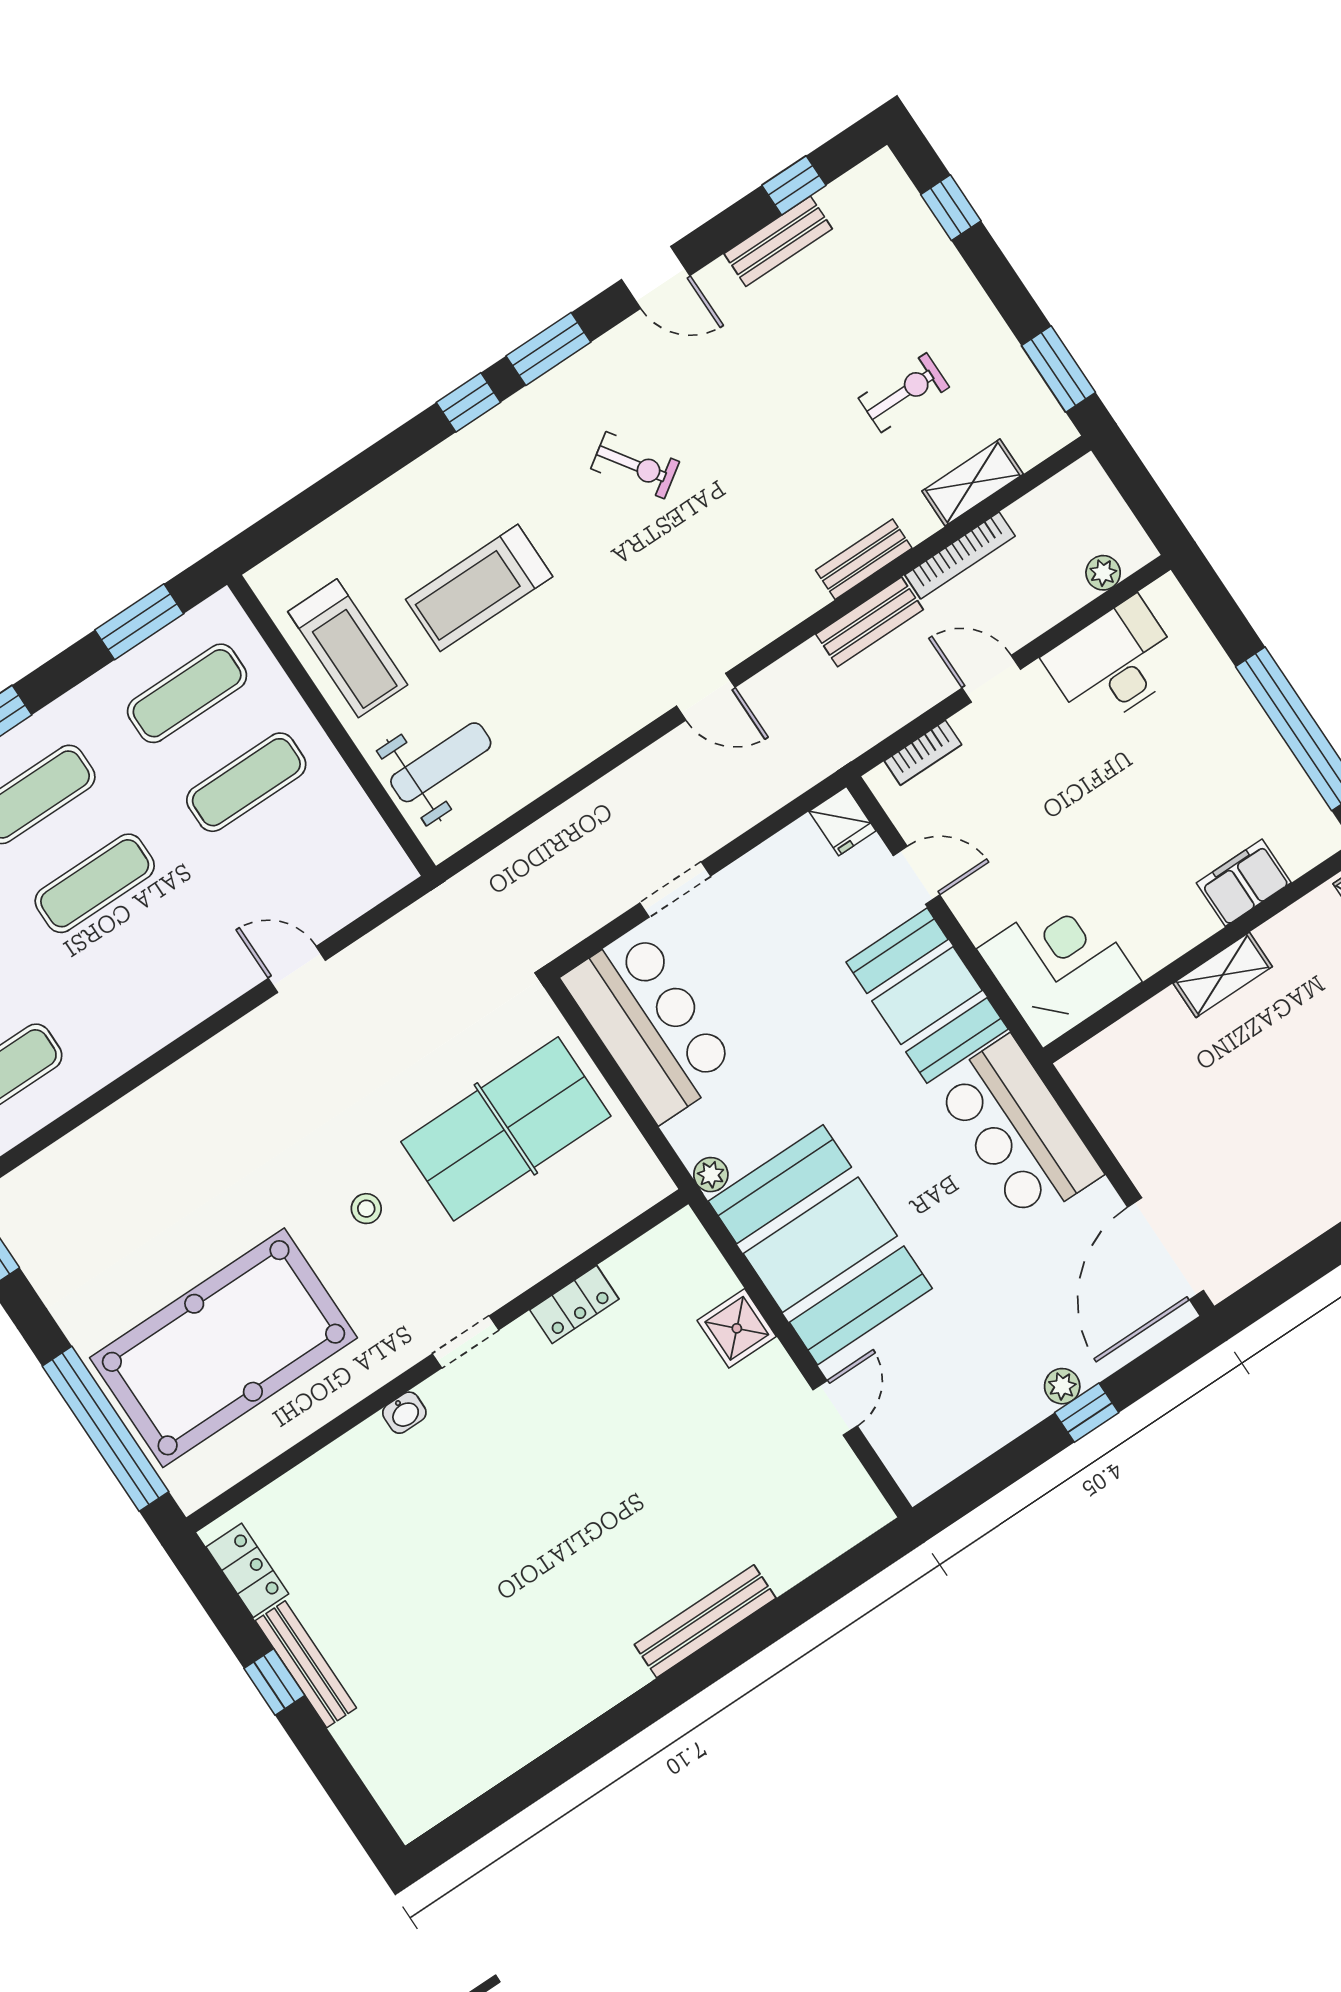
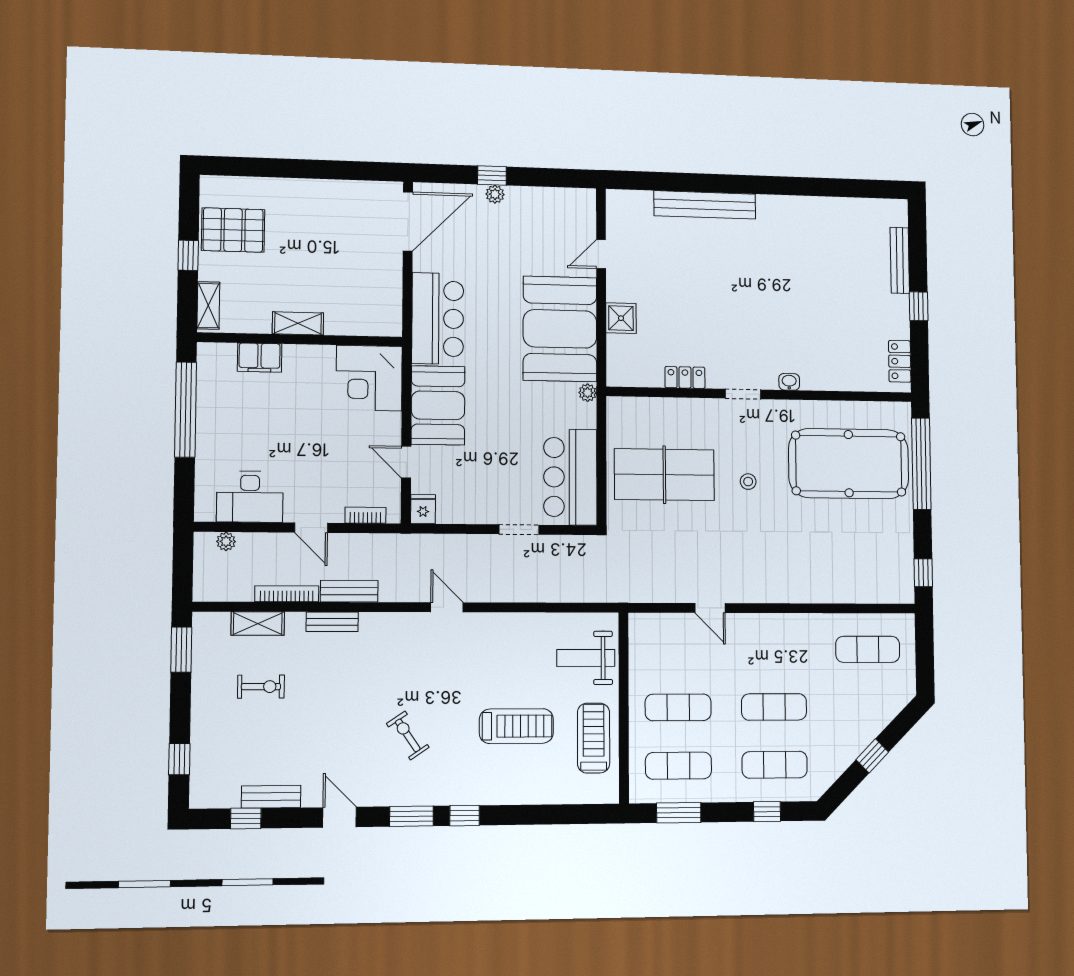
exercise bike: (904, 393) -> (261, 687), turned 180
bench: (705, 1621) -> (705, 205), width x1.37, depth x1.21
bench: (306, 1664) -> (900, 260), moved

